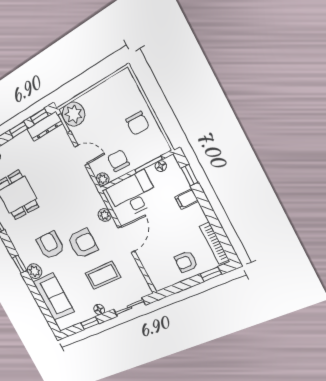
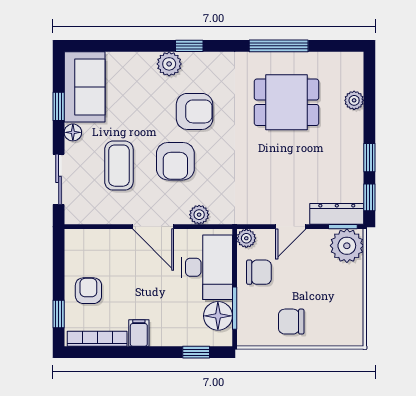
dresser: (45, 126) -> (337, 214), moved, turned 90
floor lamp: (161, 166) -> (218, 316), width x1.89, depth x1.89
filing cabinet: (187, 199) -> (139, 333), moved
sofa: (53, 297) -> (85, 87), moved, turned -90

